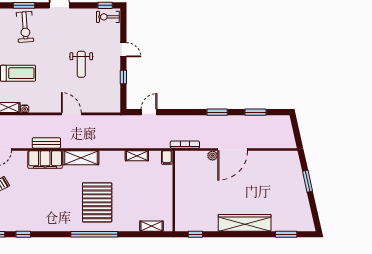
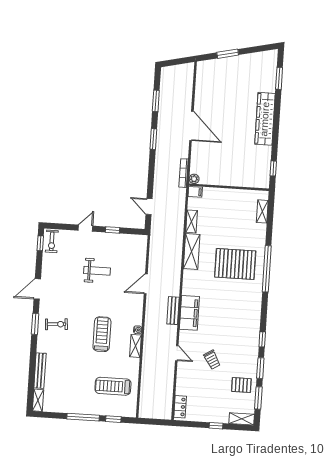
exercise bike: (25, 27) -> (56, 324), width x0.73, depth x0.72
plant: (213, 156) -> (194, 179), moved
shelving: (81, 158) -> (192, 251), moved

